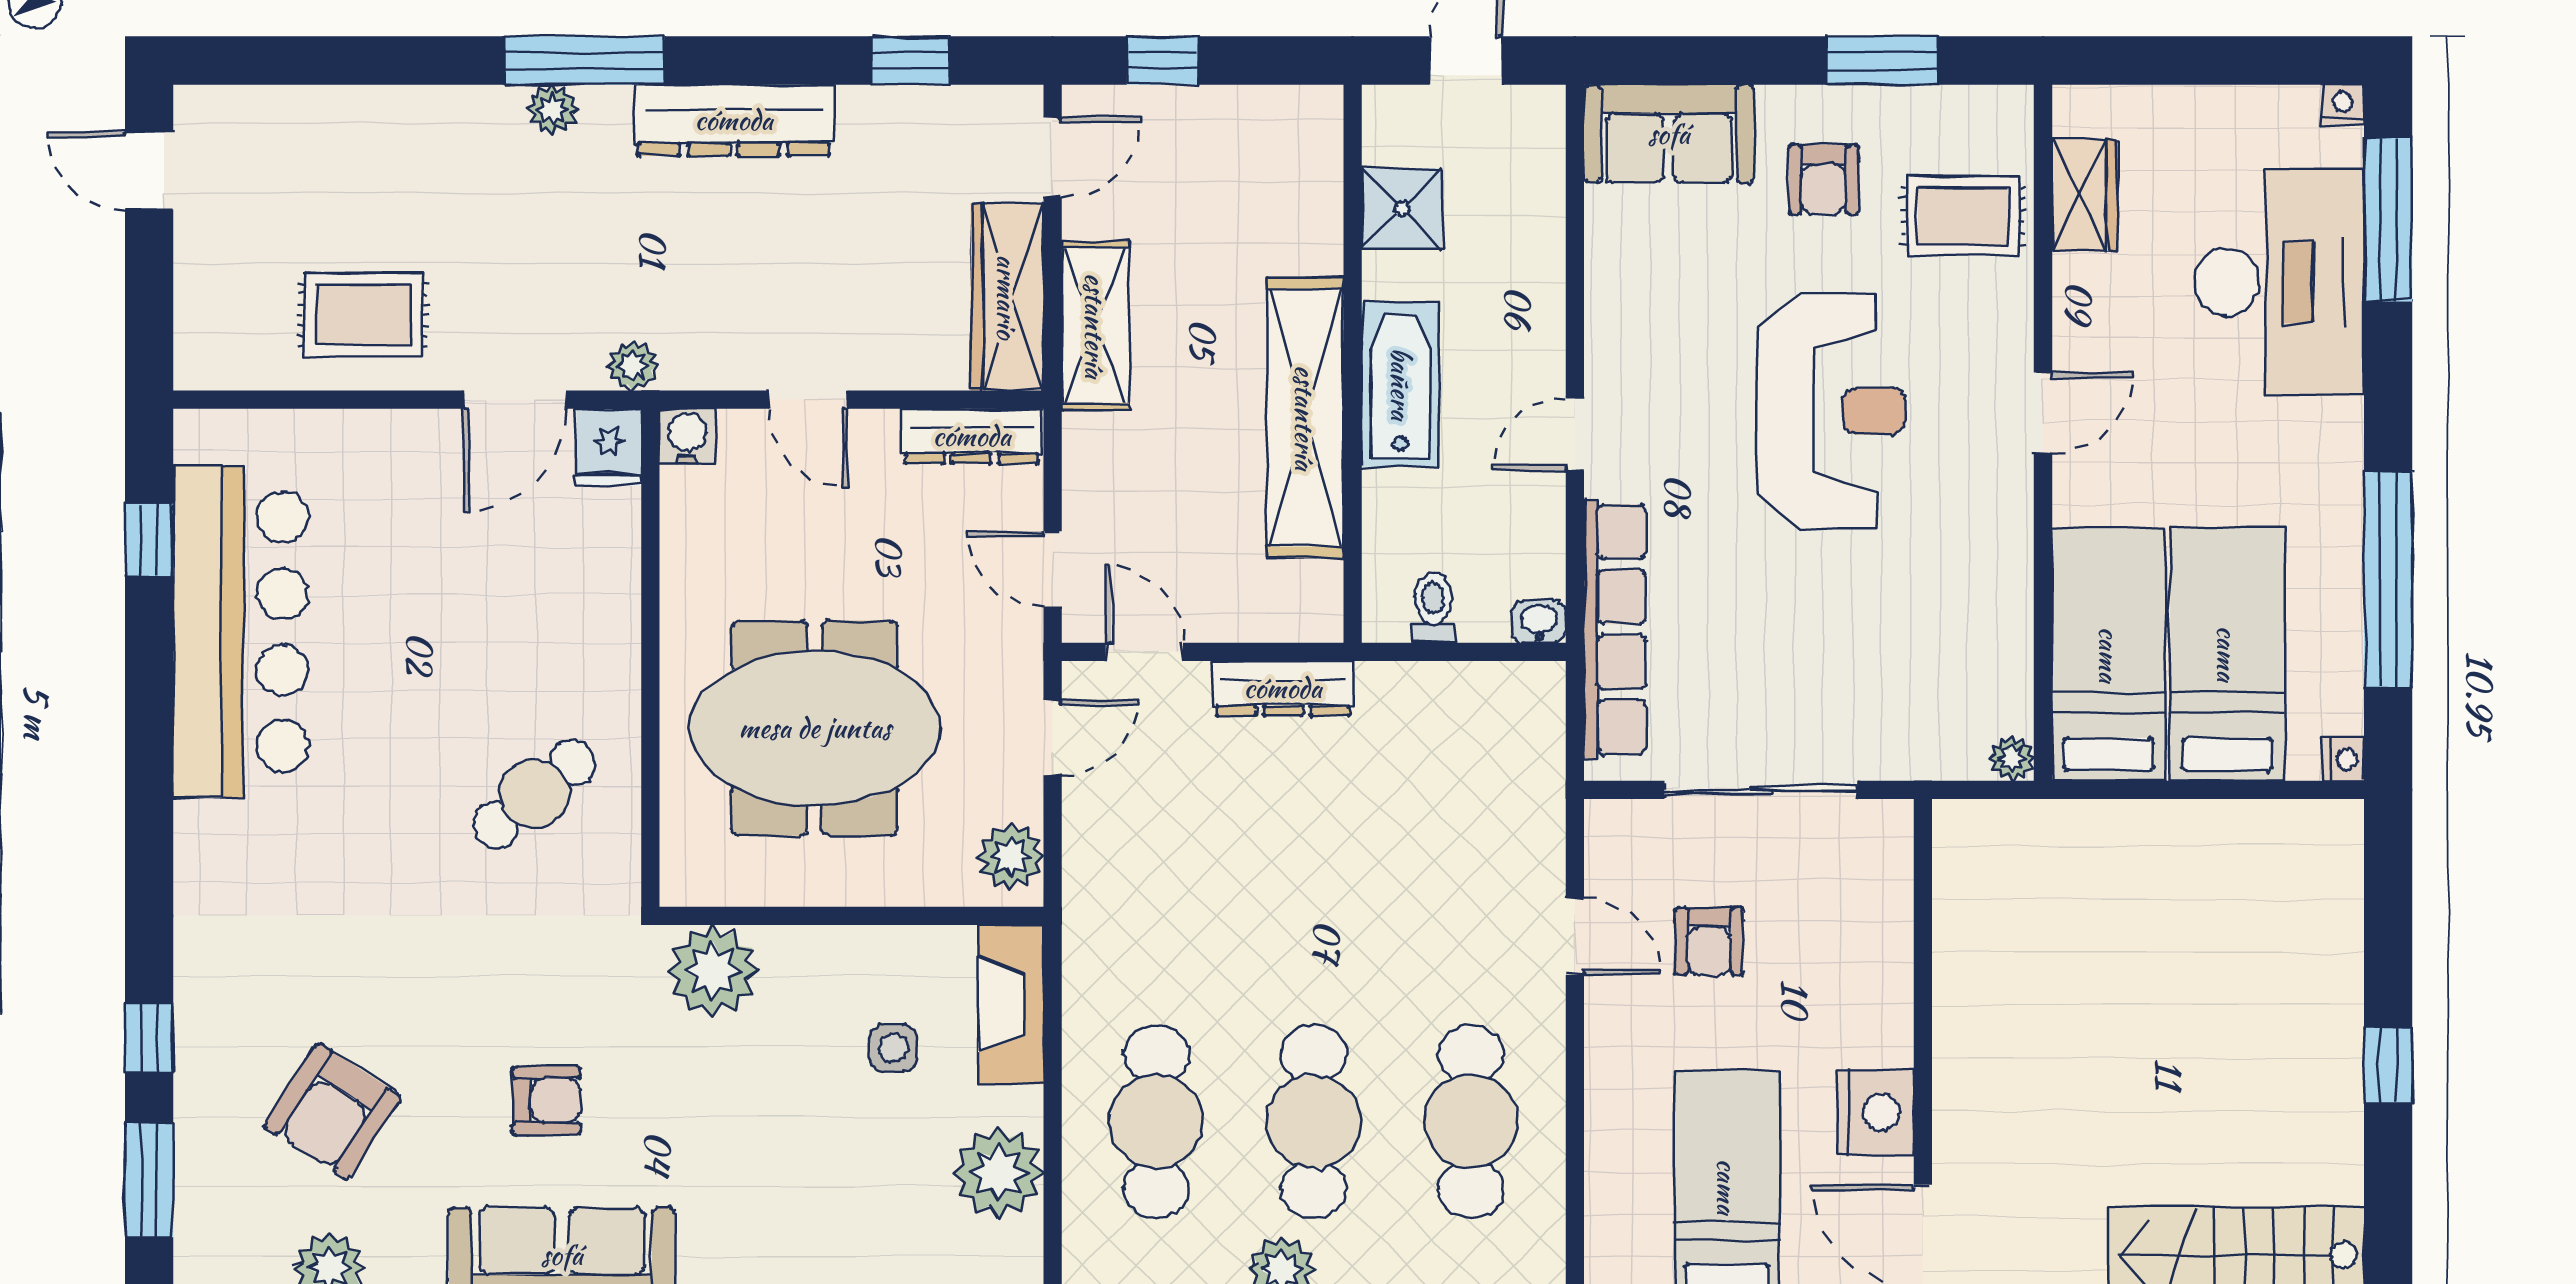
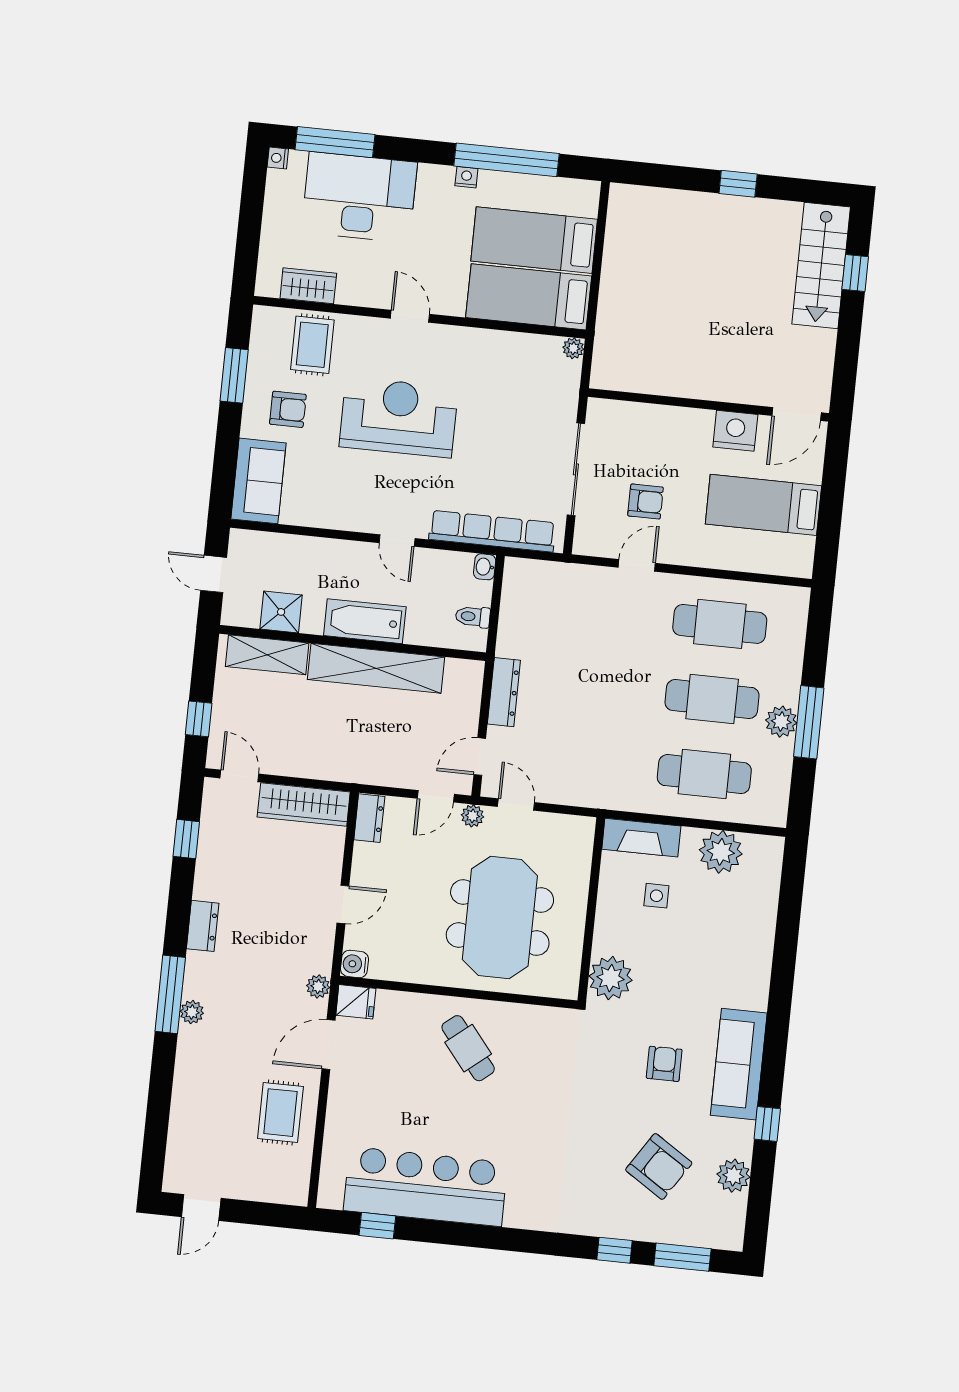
dresser: (734, 120) -> (203, 926), width x0.51, depth x0.80
shelving: (1095, 326) -> (267, 655), moved
door: (515, 400) -> (328, 1045), swing flipped
dresser: (972, 436) -> (369, 818), width x0.70
nightstand: (2344, 759) -> (466, 177), moved
cafe table: (534, 794) -> (468, 1048), moved
plant: (1011, 857) -> (473, 816), moved, width x0.73, depth x0.73

